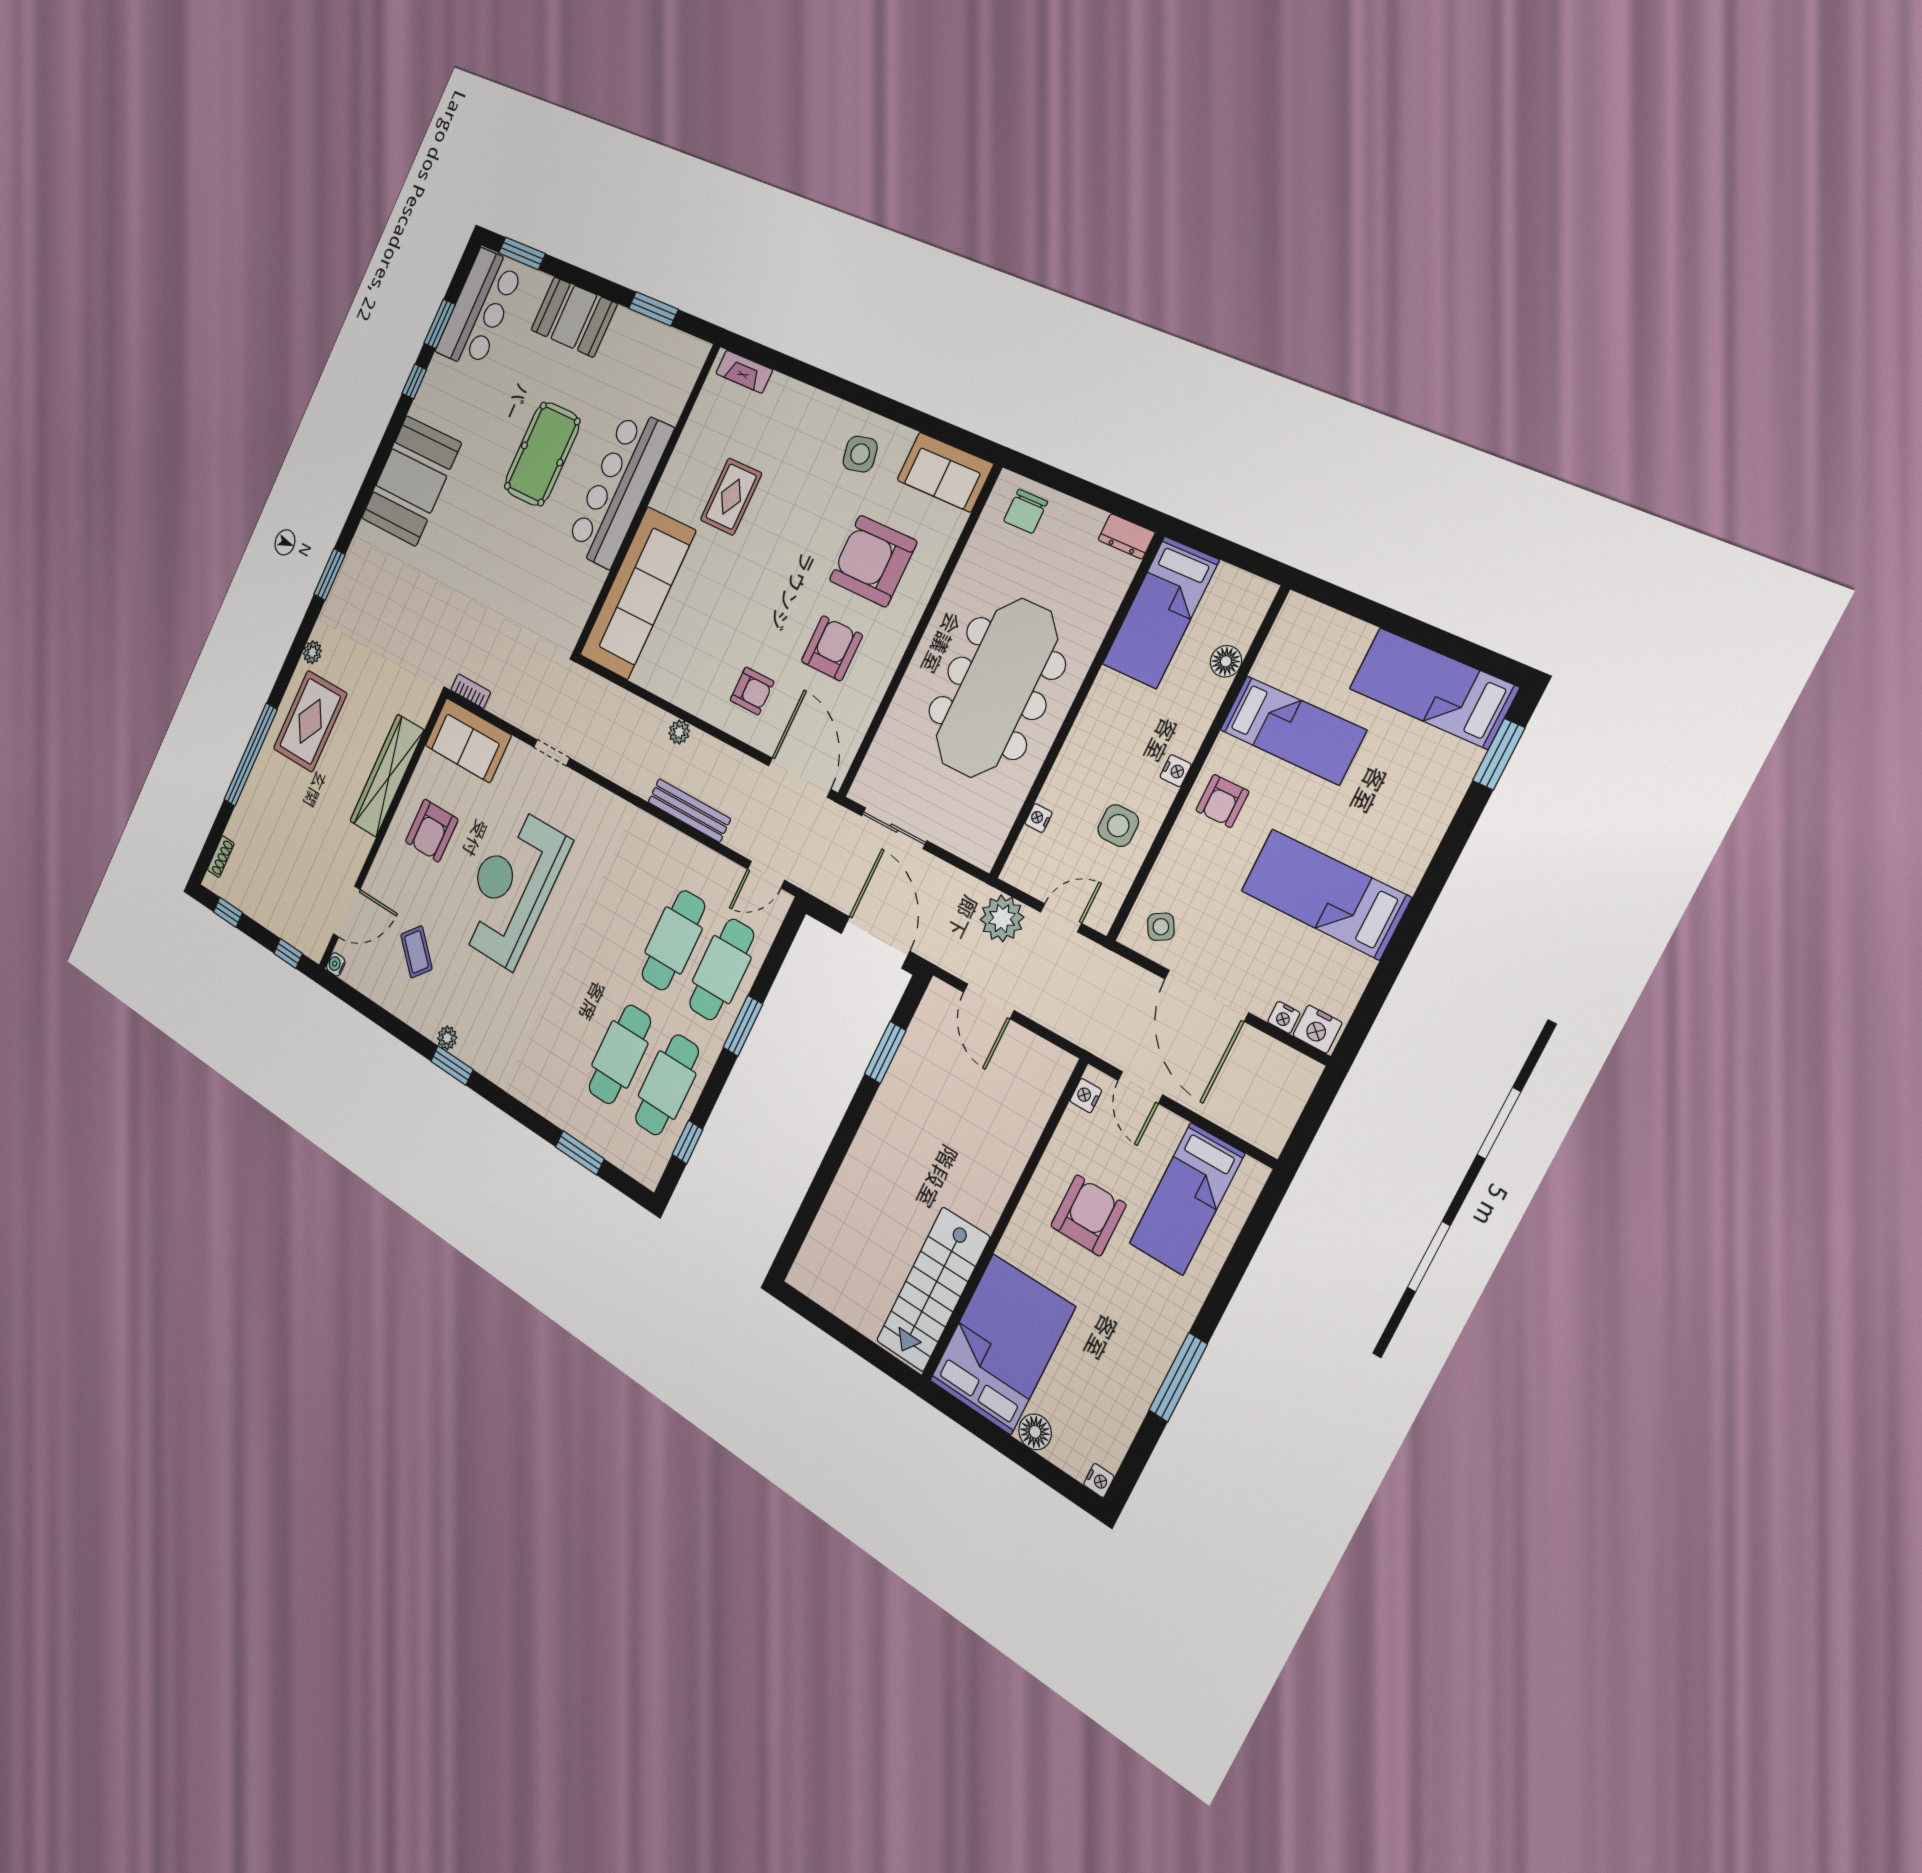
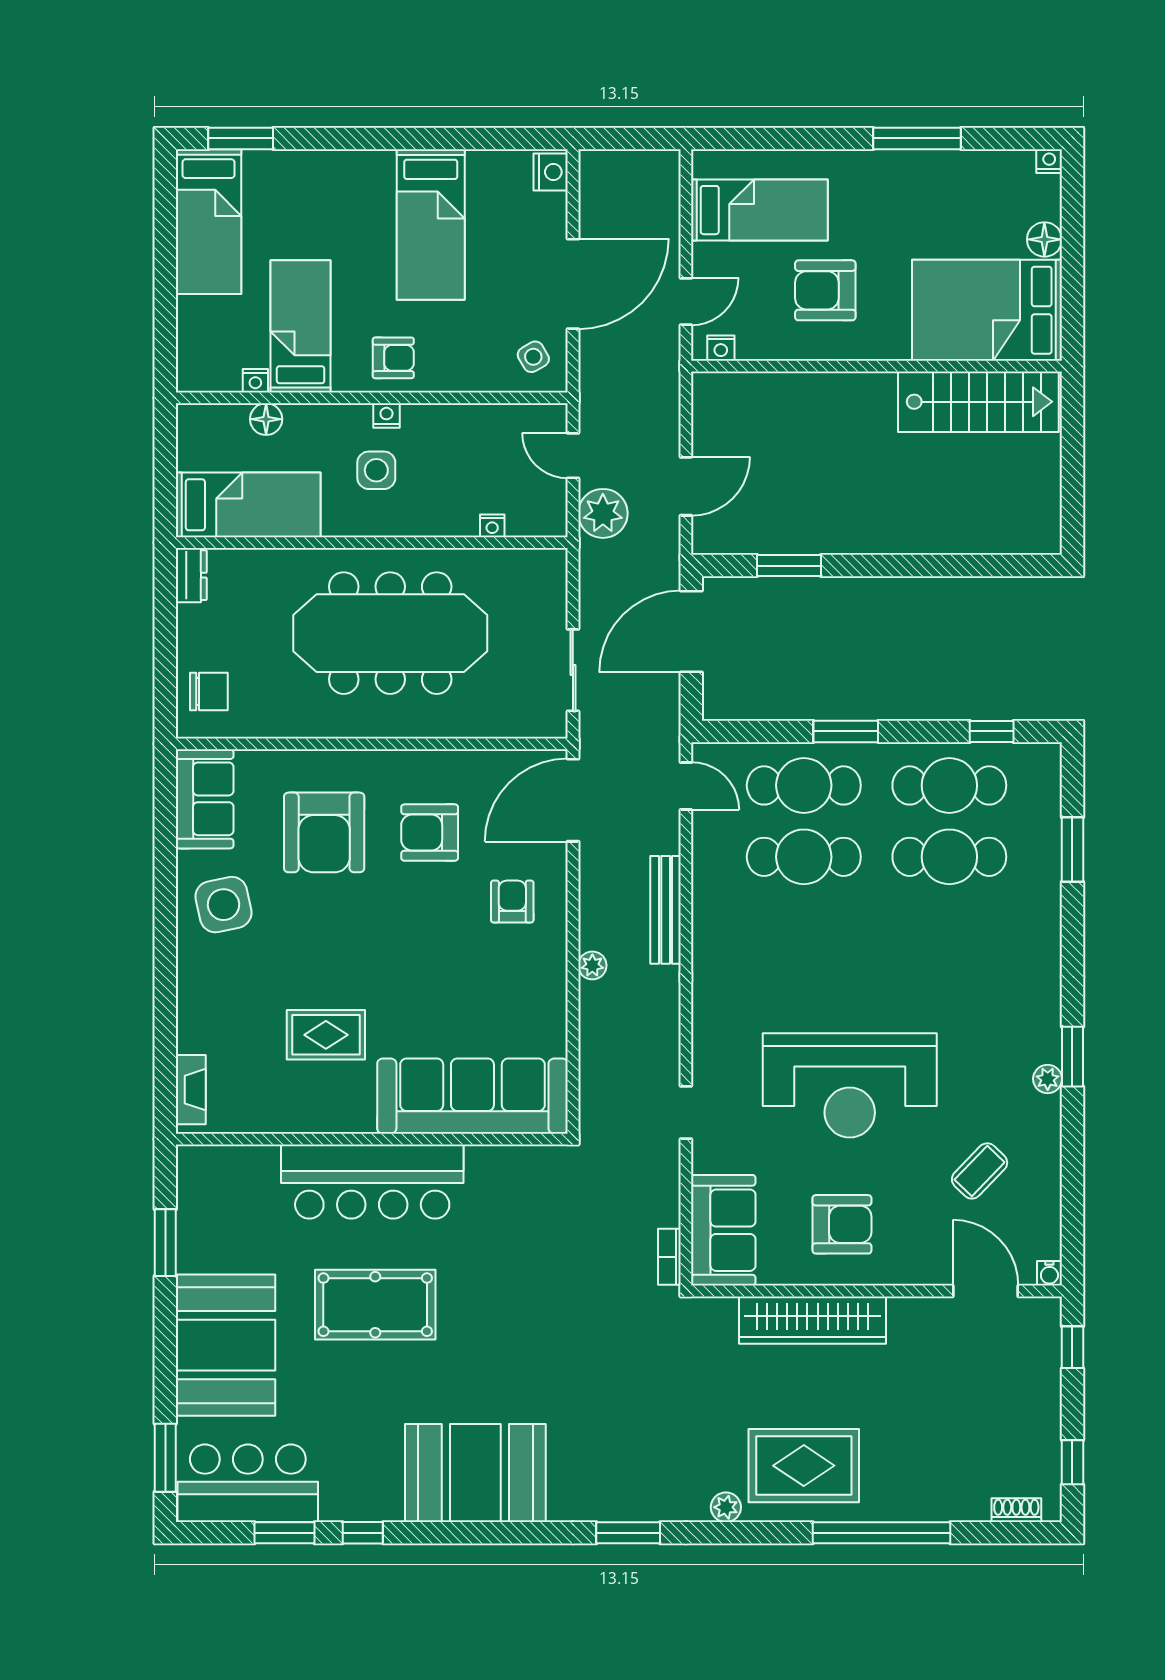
booth: (574, 317) -> (226, 1345), width x1.36, depth x1.42
side table: (860, 454) -> (224, 905), width x1.37, depth x1.37
side table: (1118, 826) -> (376, 470), moved
nightstand: (1284, 1017) -> (255, 381), moved, turned 90

